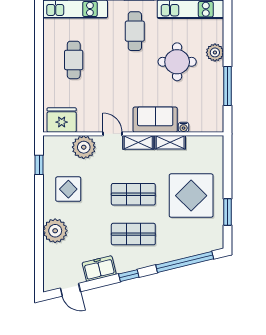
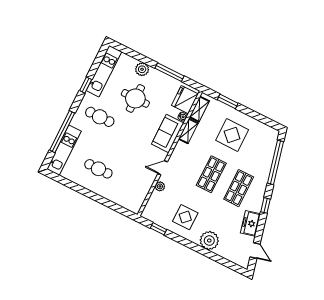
fridge: (62, 120) -> (185, 100), moved
shelving: (138, 142) -> (199, 109), moved
plant: (84, 147) -> (160, 186), width x0.53, depth x0.53
display table: (191, 196) -> (232, 135), width x0.73, depth x0.73
window: (228, 212) -> (228, 101), moved
door: (70, 290) -> (255, 250), hinge flipped

